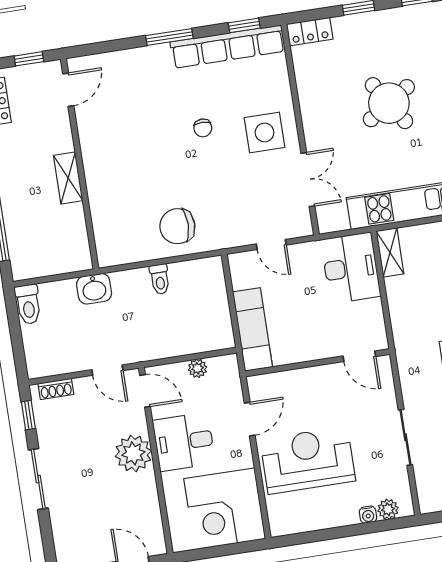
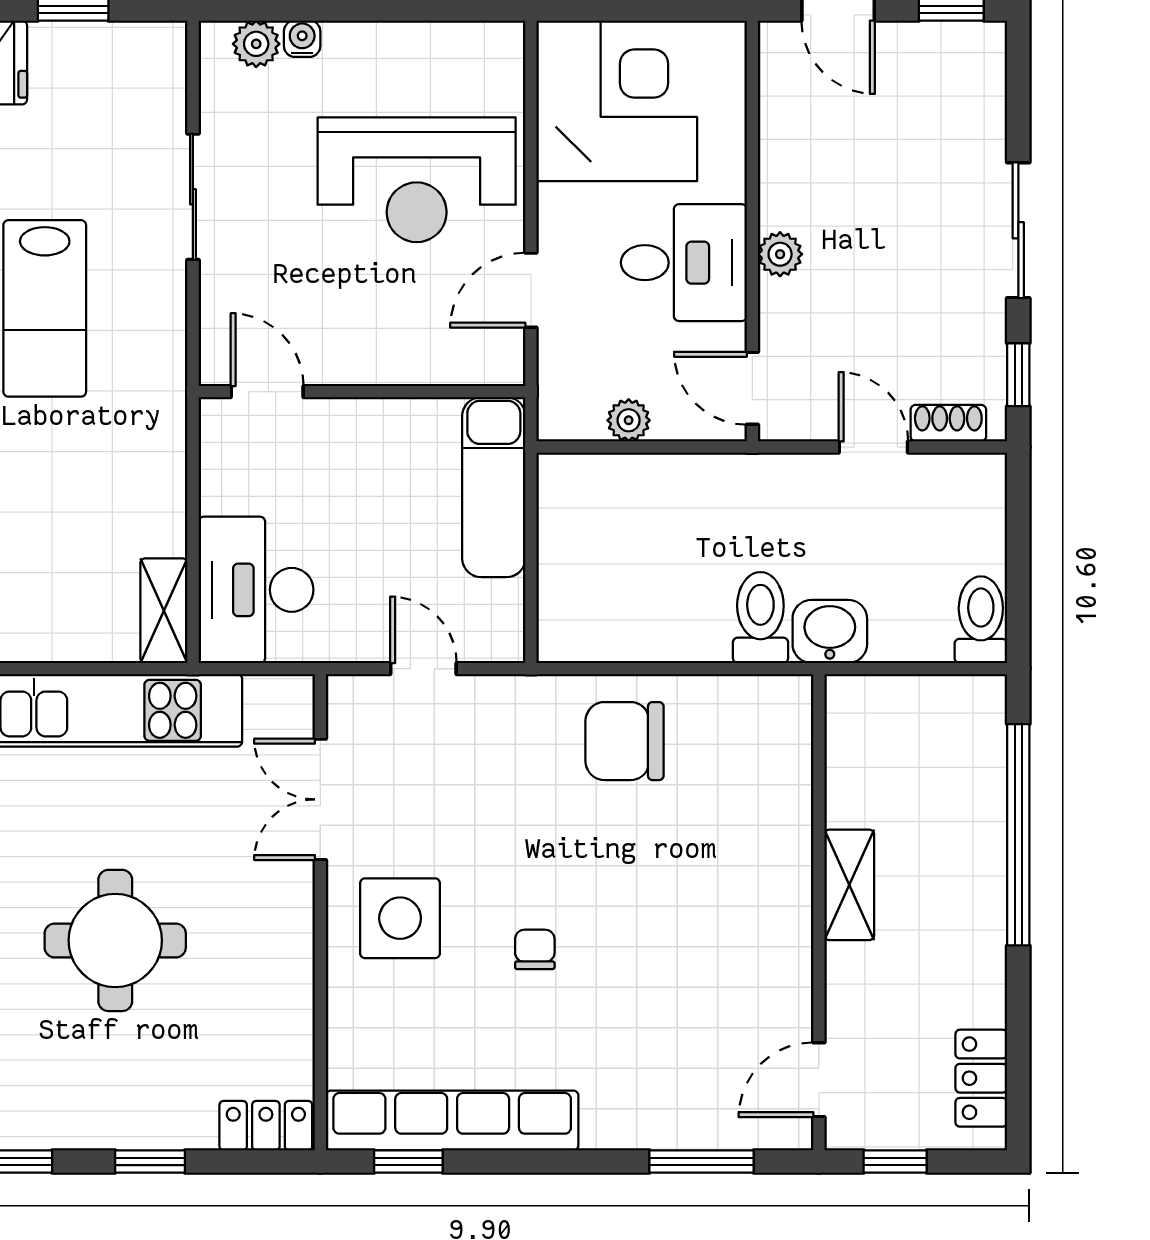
window: (169, 37) -> (702, 1162), moved
round table: (389, 103) -> (115, 940), turned 33
chair: (177, 226) -> (625, 741), turned 180
toilet: (160, 279) -> (760, 618), moved, width x1.37, depth x1.39
door: (107, 370) -> (873, 447), moved
plant: (133, 453) -> (780, 254), width x0.53, depth x0.53

